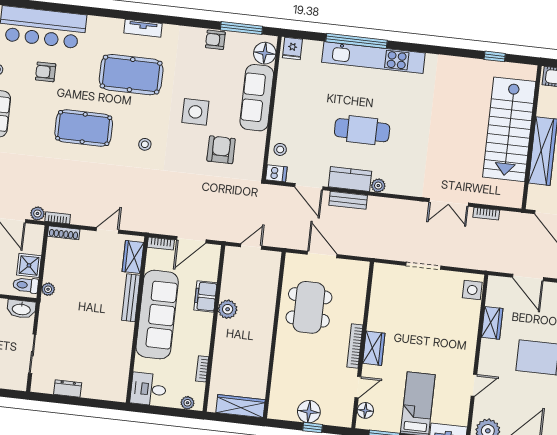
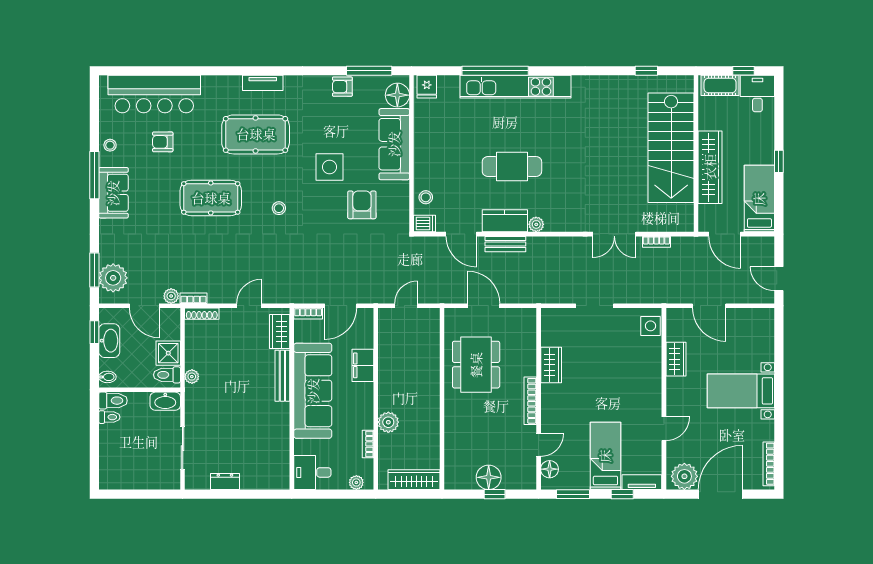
plant: (228, 309) -> (388, 422), moved
wardrobe: (374, 348) -> (551, 365), moved

